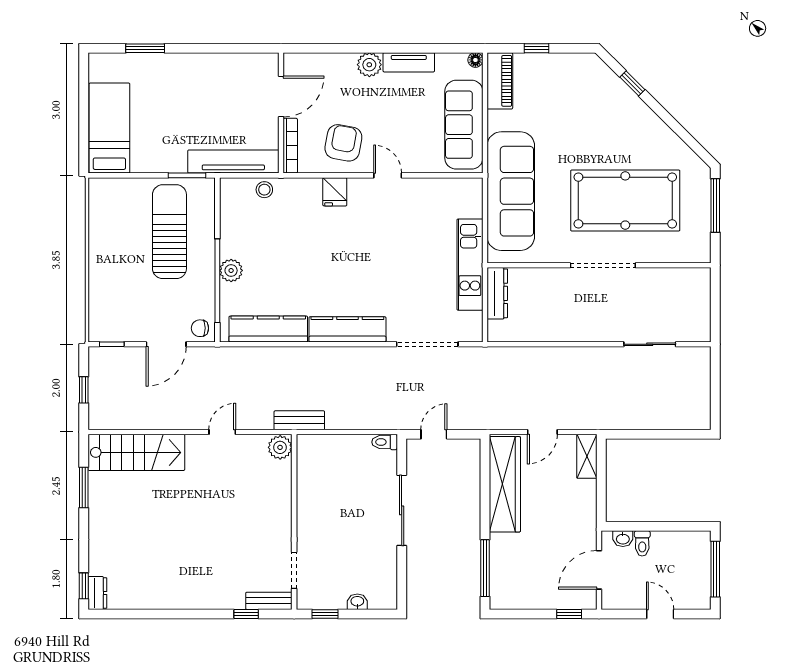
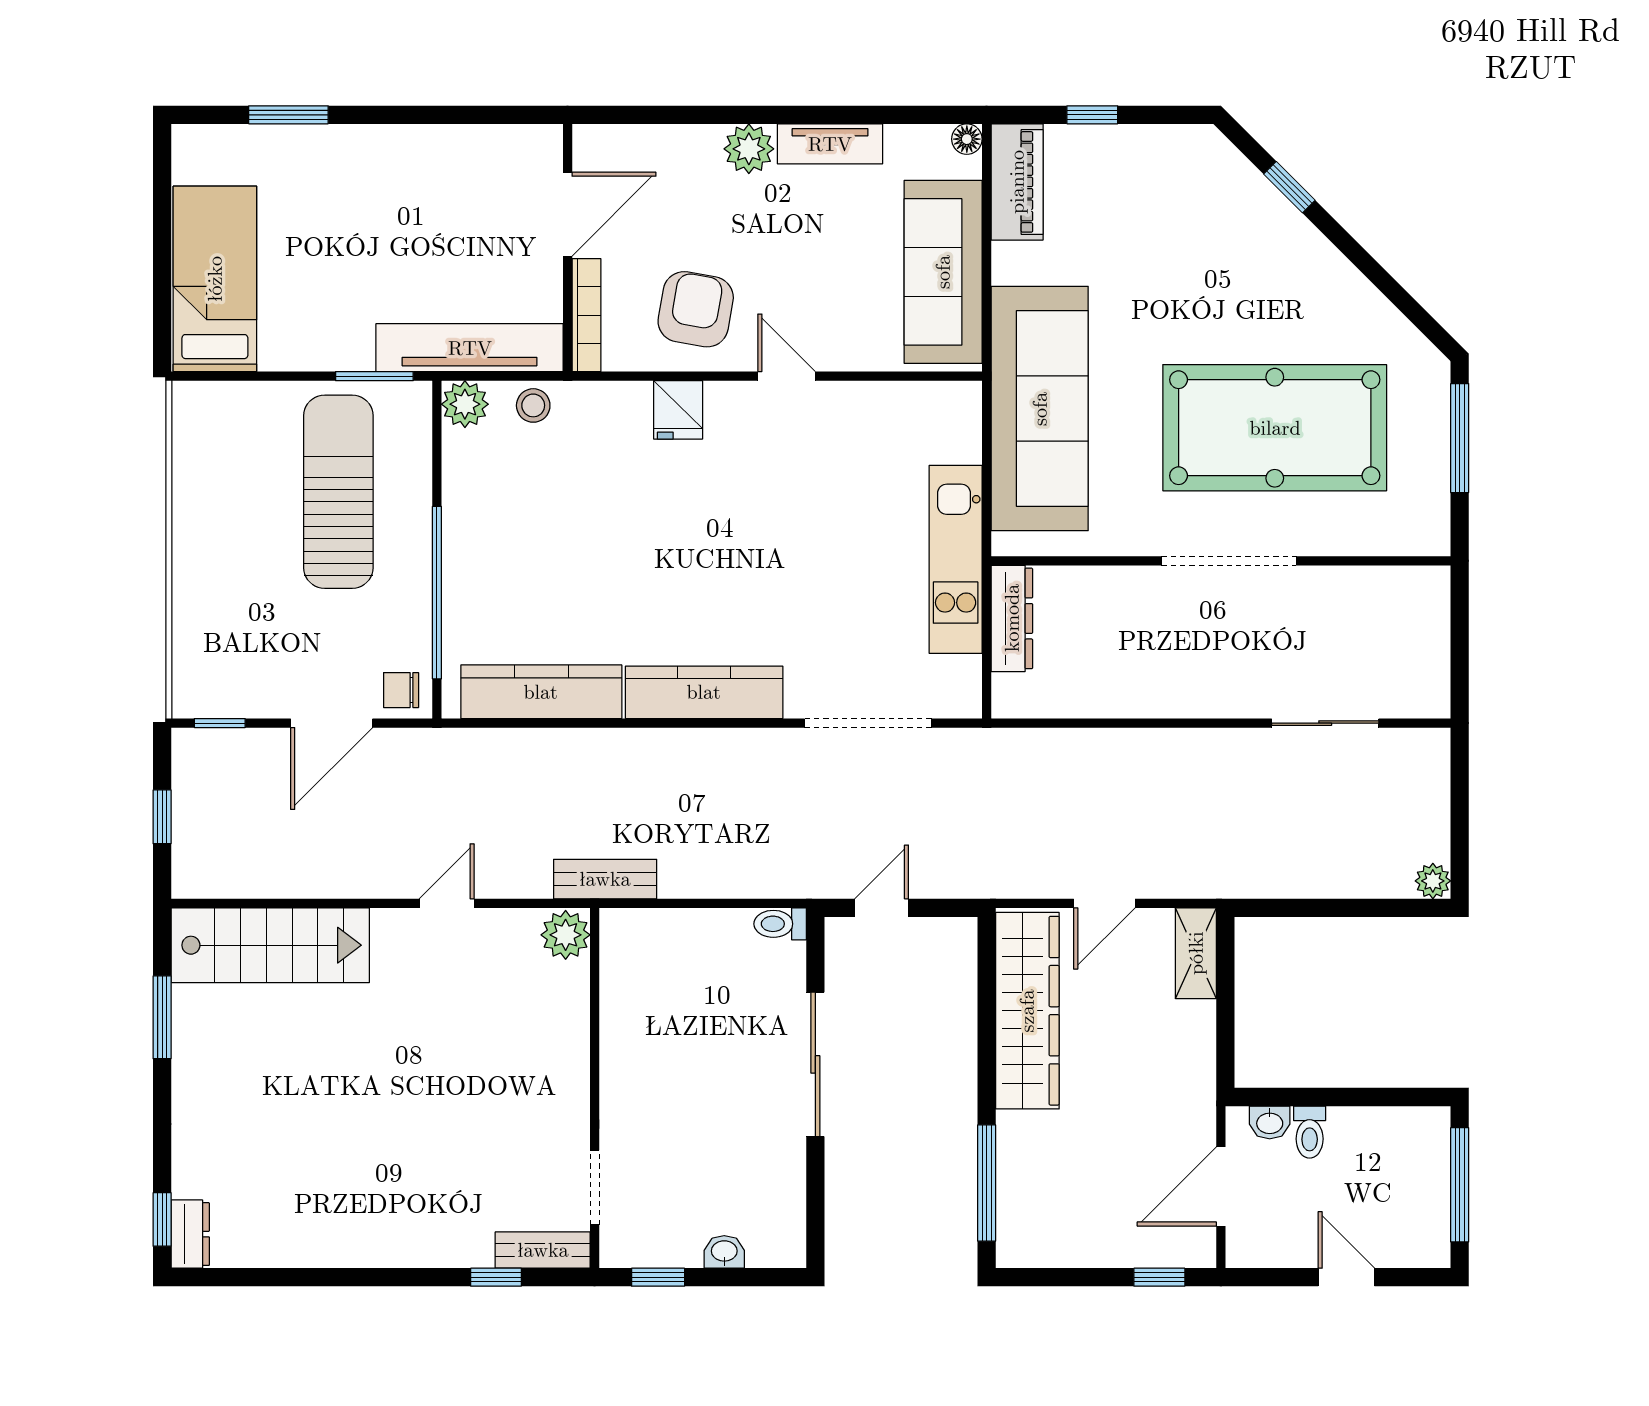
plant: (231, 270) -> (465, 404), moved
plant: (702, 421) -> (1433, 881), added

